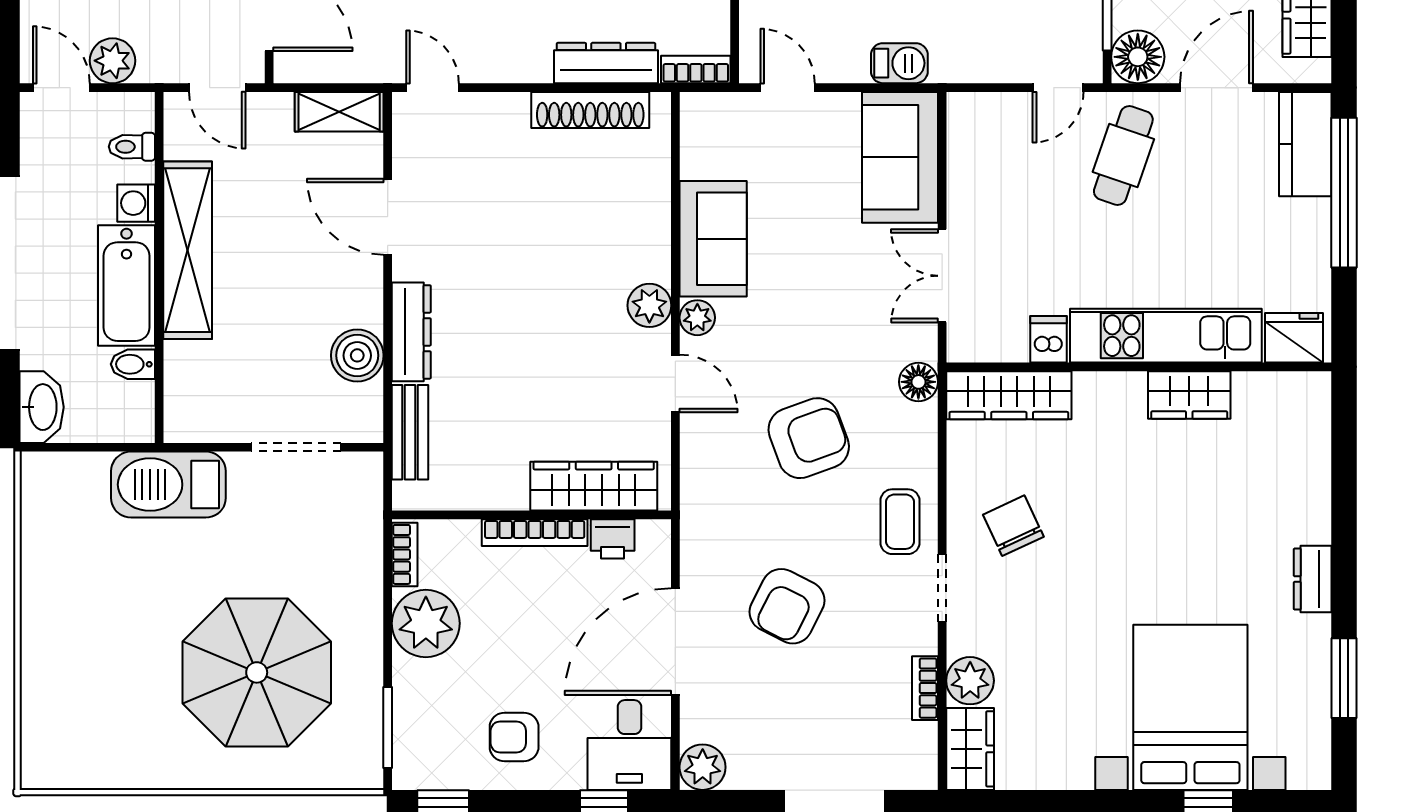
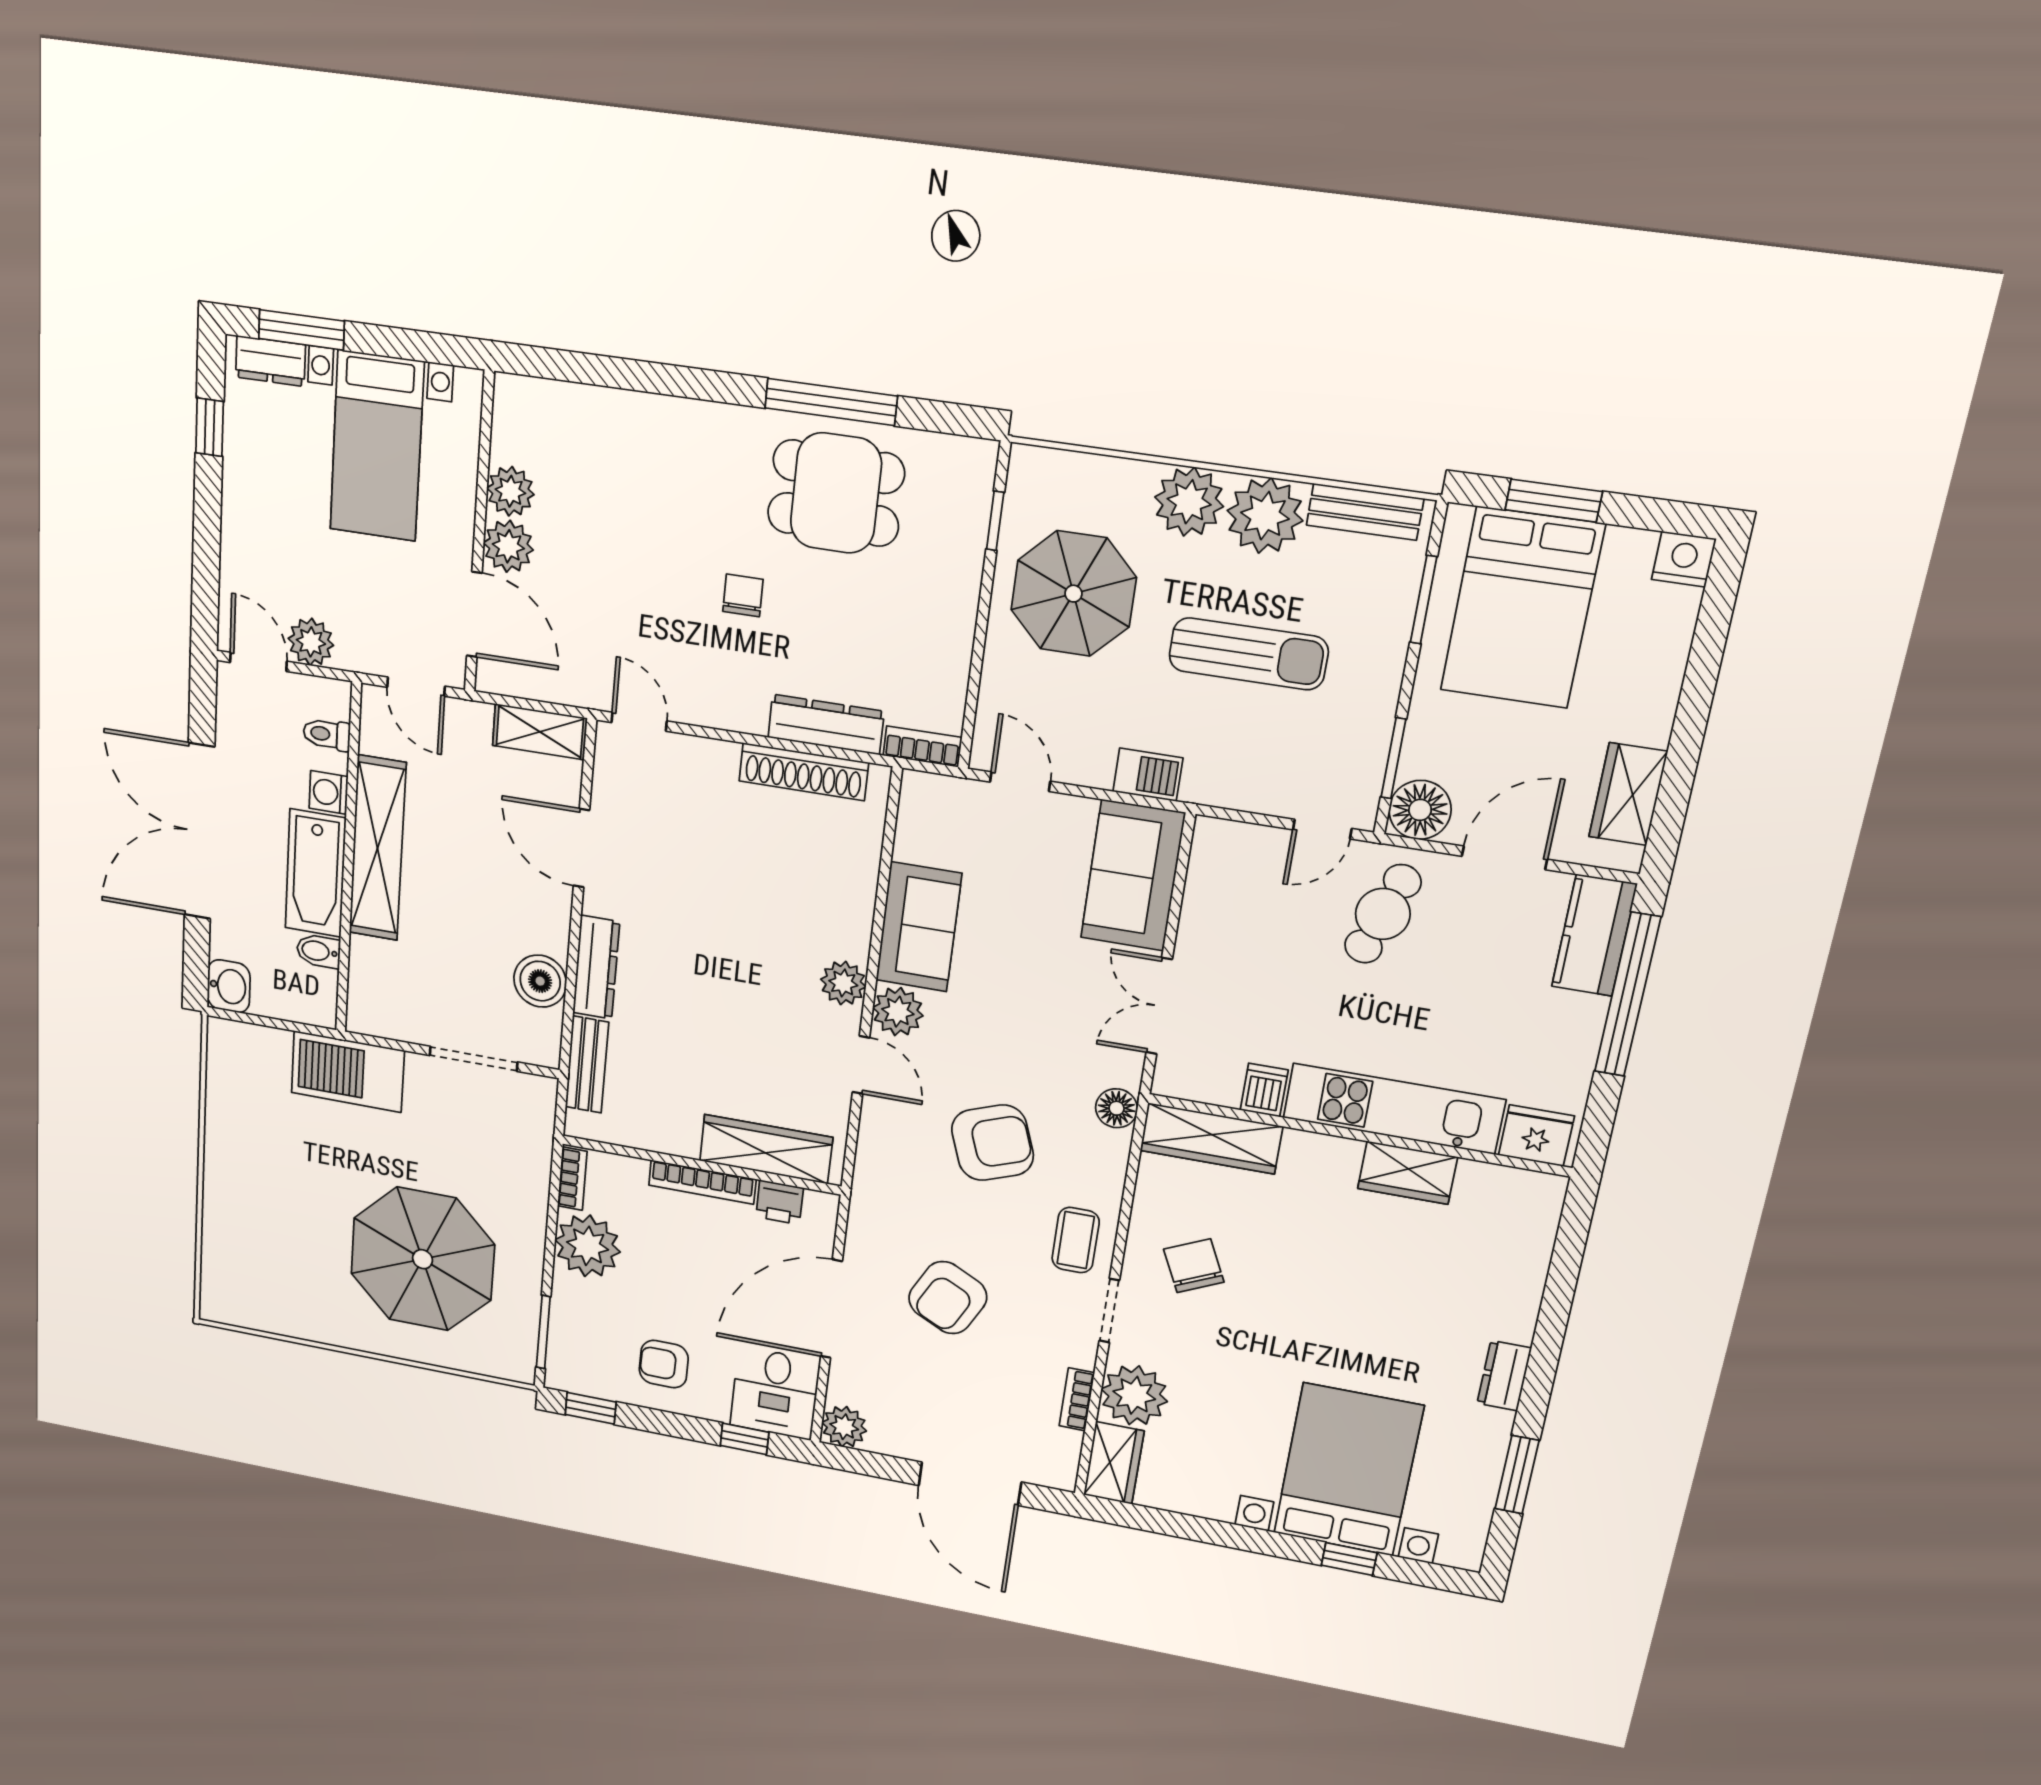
plant: (697, 318) -> (898, 1012), width x1.38, depth x1.38
washbasin: (42, 407) -> (229, 986), width x0.72
plant: (970, 681) -> (1134, 1395), width x1.36, depth x1.36

